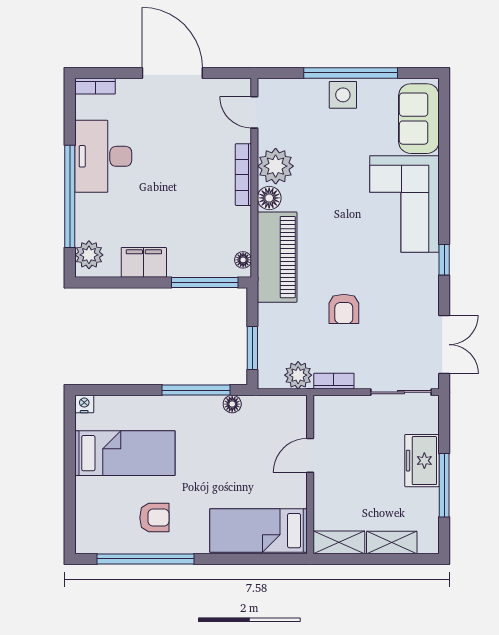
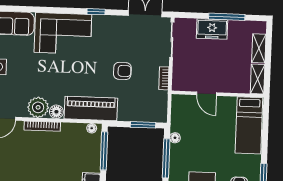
plant: (298, 375) -> (160, 99), removed

